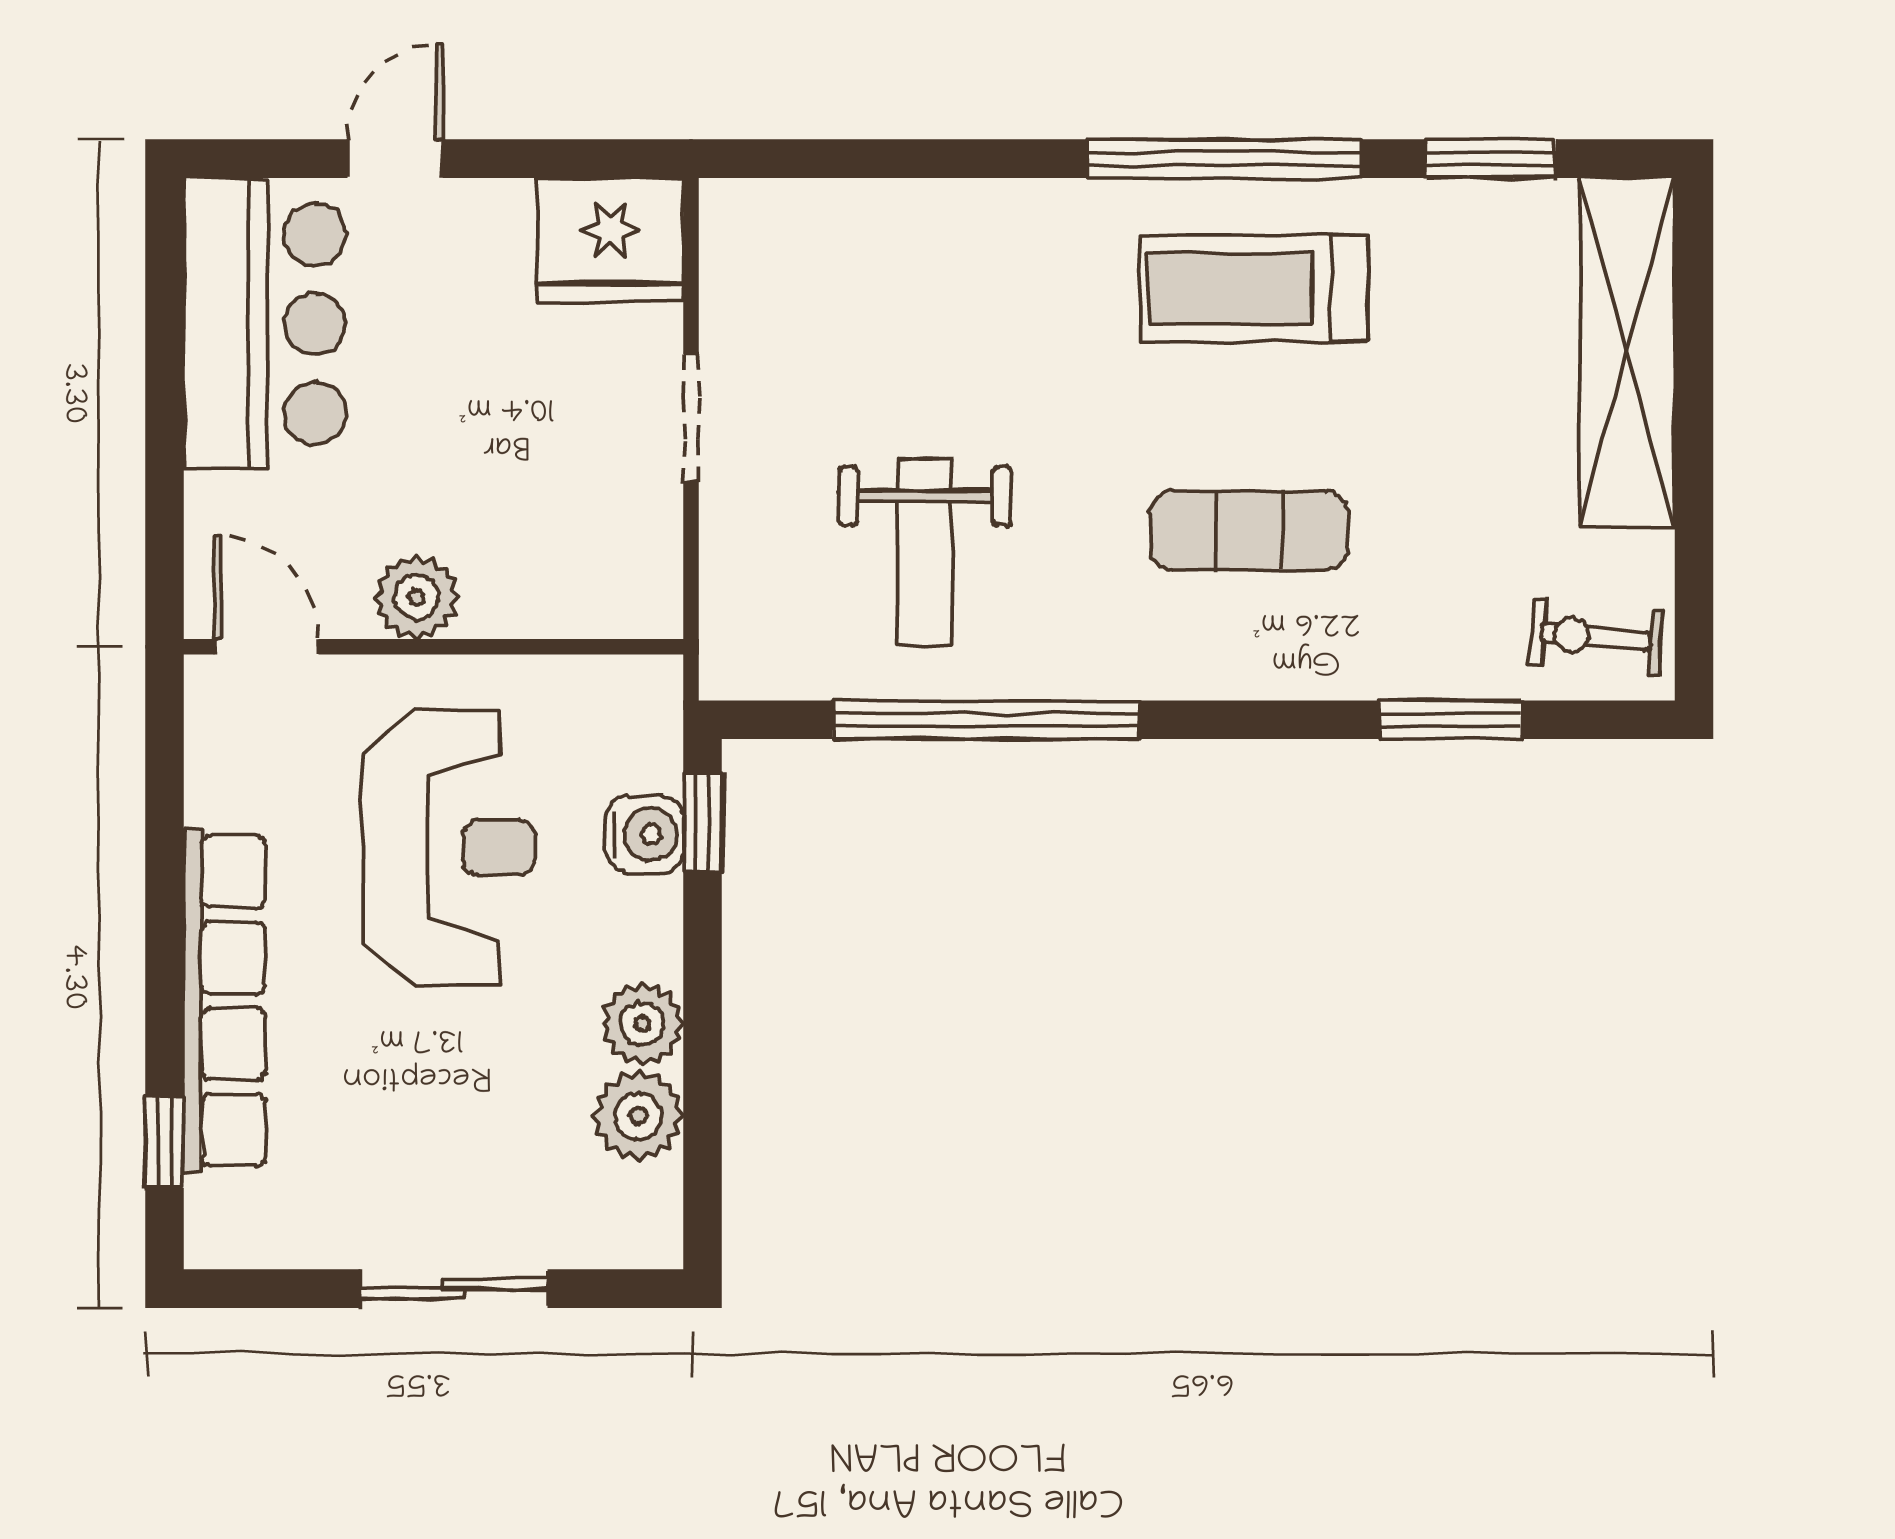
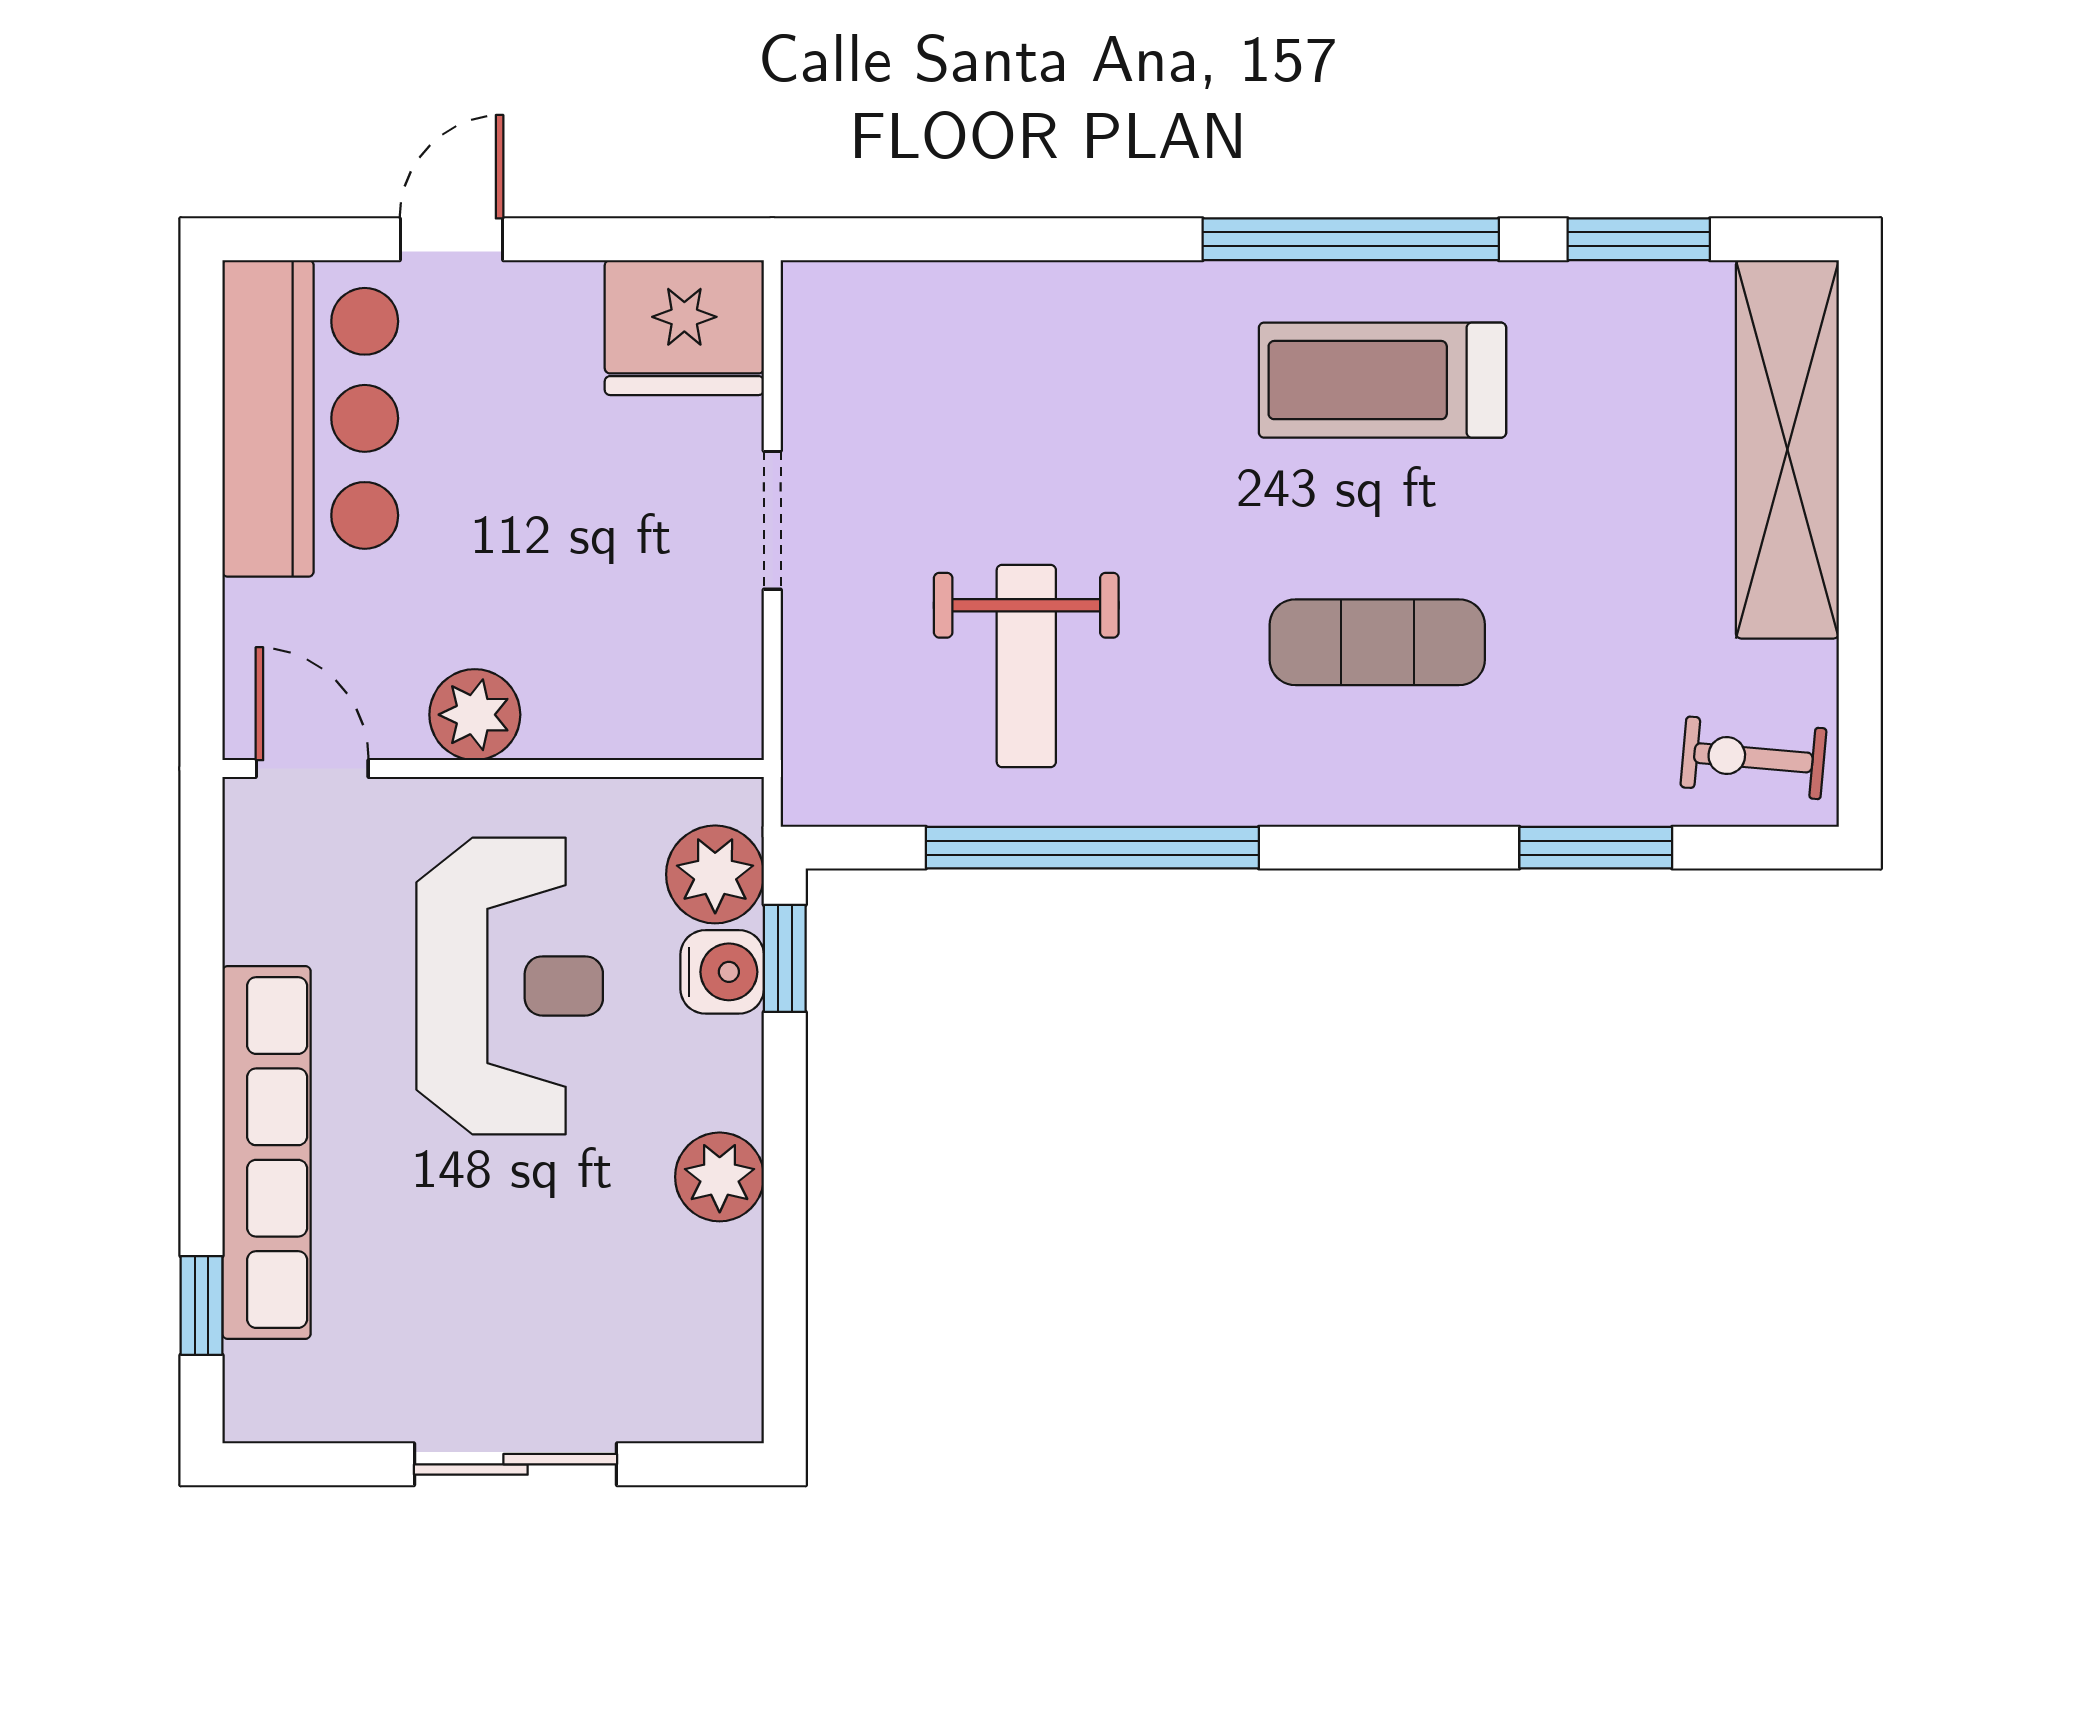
plant: (638, 1116) -> (715, 874), moved

